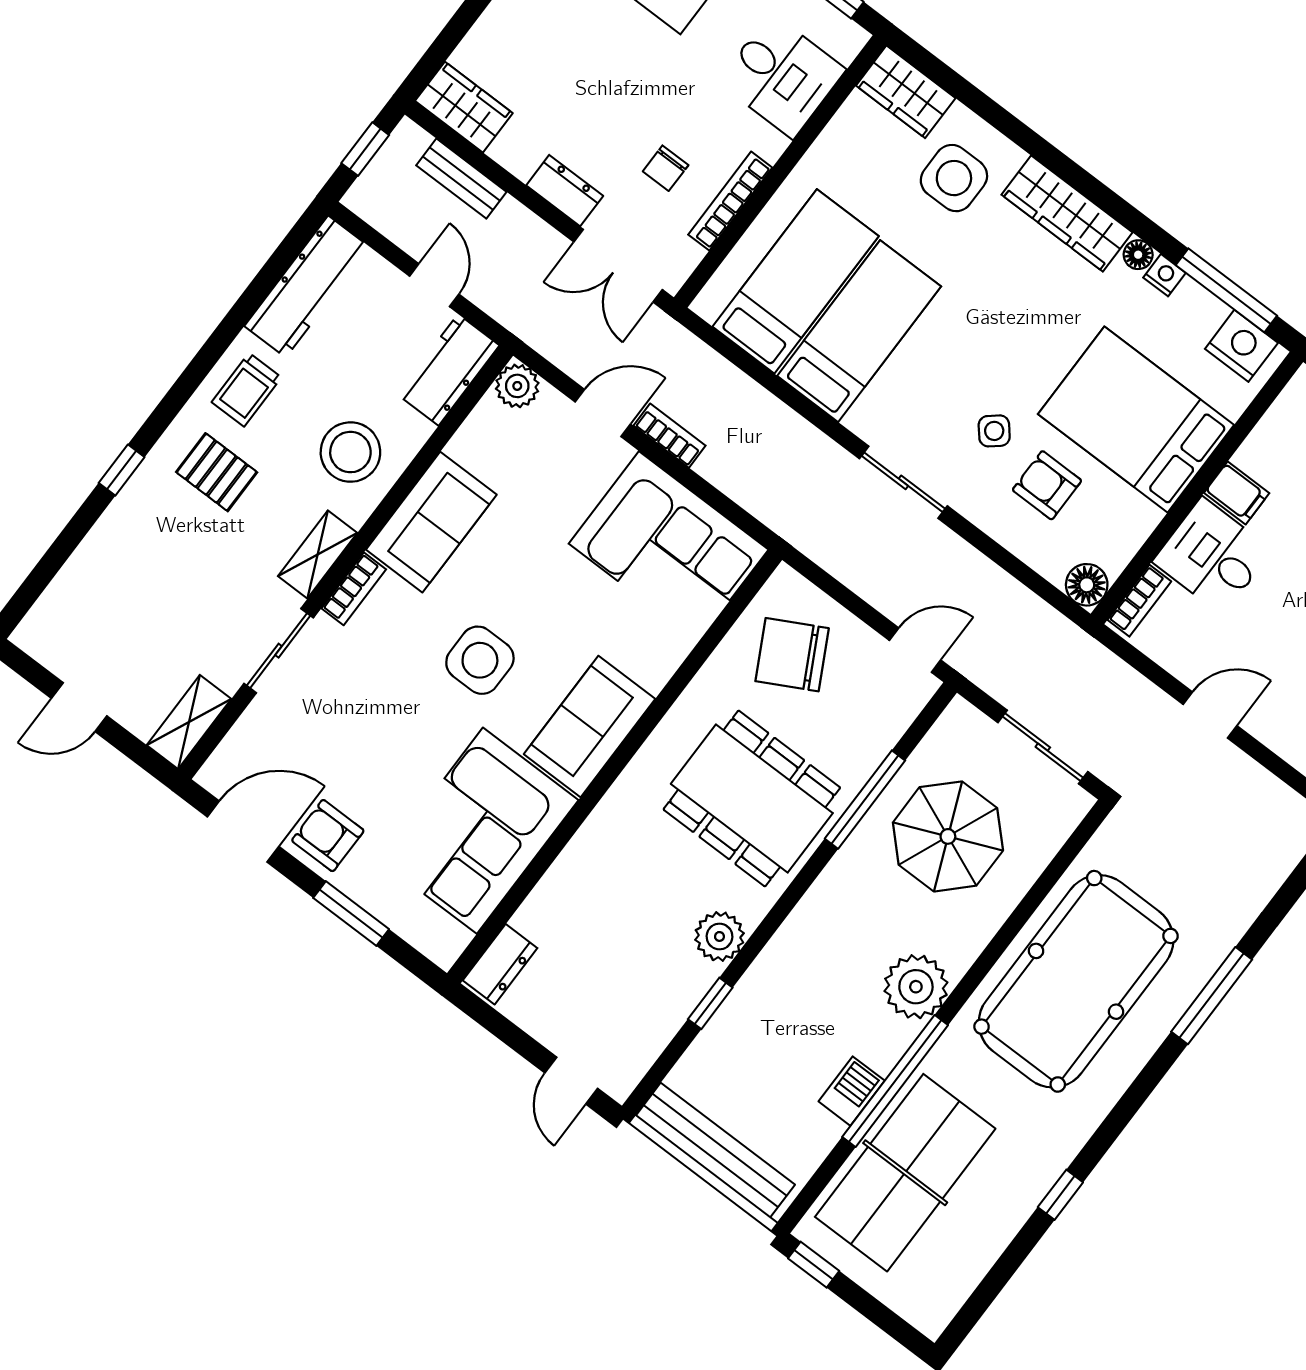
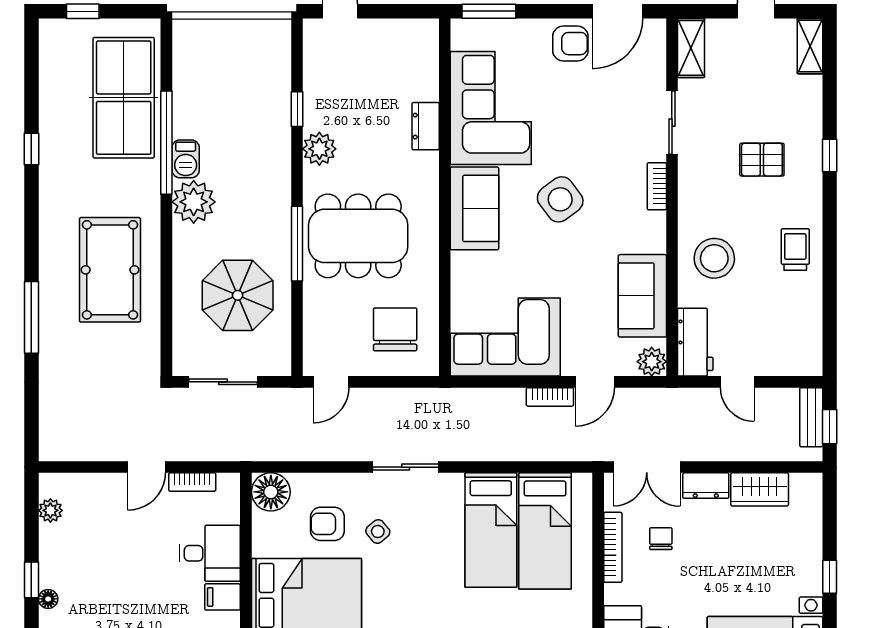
wardrobe: (464, 107) -> (760, 489), moved
bench: (461, 179) -> (811, 417), moved, turned 90
double door: (618, 266) -> (647, 467), swing flipped
workbench: (307, 287) -> (805, 329), removed
pallet: (217, 472) -> (762, 160), moved
armchair: (1047, 485) -> (327, 524), turned 180
sofa: (431, 522) -> (642, 296), moved
shelving: (318, 554) -> (810, 46), moved
floor lamp: (1087, 585) -> (271, 492), width x1.38, depth x1.38
bookcase: (1139, 601) -> (192, 482), moved, turned -90
chair: (792, 655) -> (395, 329), turned -62
side table: (480, 660) -> (560, 199), turned -37
window: (865, 800) -> (297, 244), moved
window: (351, 913) -> (489, 11), moved
dresser: (500, 964) -> (426, 126), moved
pool table: (1076, 981) -> (110, 270), width x0.73, depth x0.76
barbecue: (852, 1091) -> (186, 159), moved
bench: (715, 1150) -> (235, 32), removed
window: (814, 1265) -> (83, 11), moved

